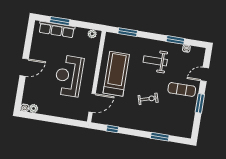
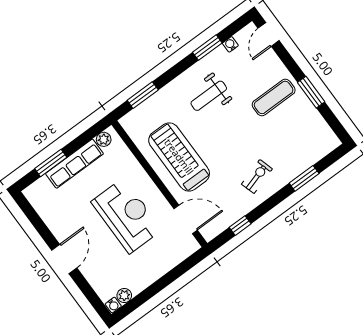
row of seats: (57, 29) -> (74, 164), moved
door: (205, 74) -> (269, 34), moved
reception desk: (69, 76) -> (126, 216), turned 180
exercise bike: (148, 99) -> (257, 176), moved
door: (92, 103) -> (186, 219), hinge flipped

